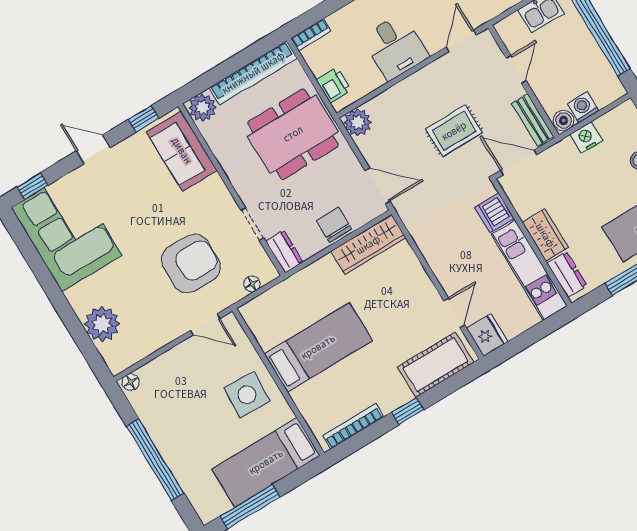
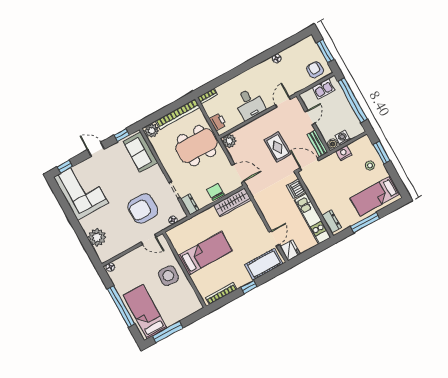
rug: (454, 131) -> (278, 147), turned 90
wardrobe: (545, 235) -> (321, 201), removed
armchair: (191, 263) -> (143, 209), turned 180
bed: (266, 462) -> (145, 312), moved, turned 90

